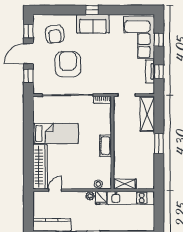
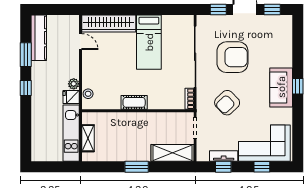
armchair: (55, 34) -> (227, 103), moved, turned -38
shelving: (125, 184) -> (88, 138), moved

